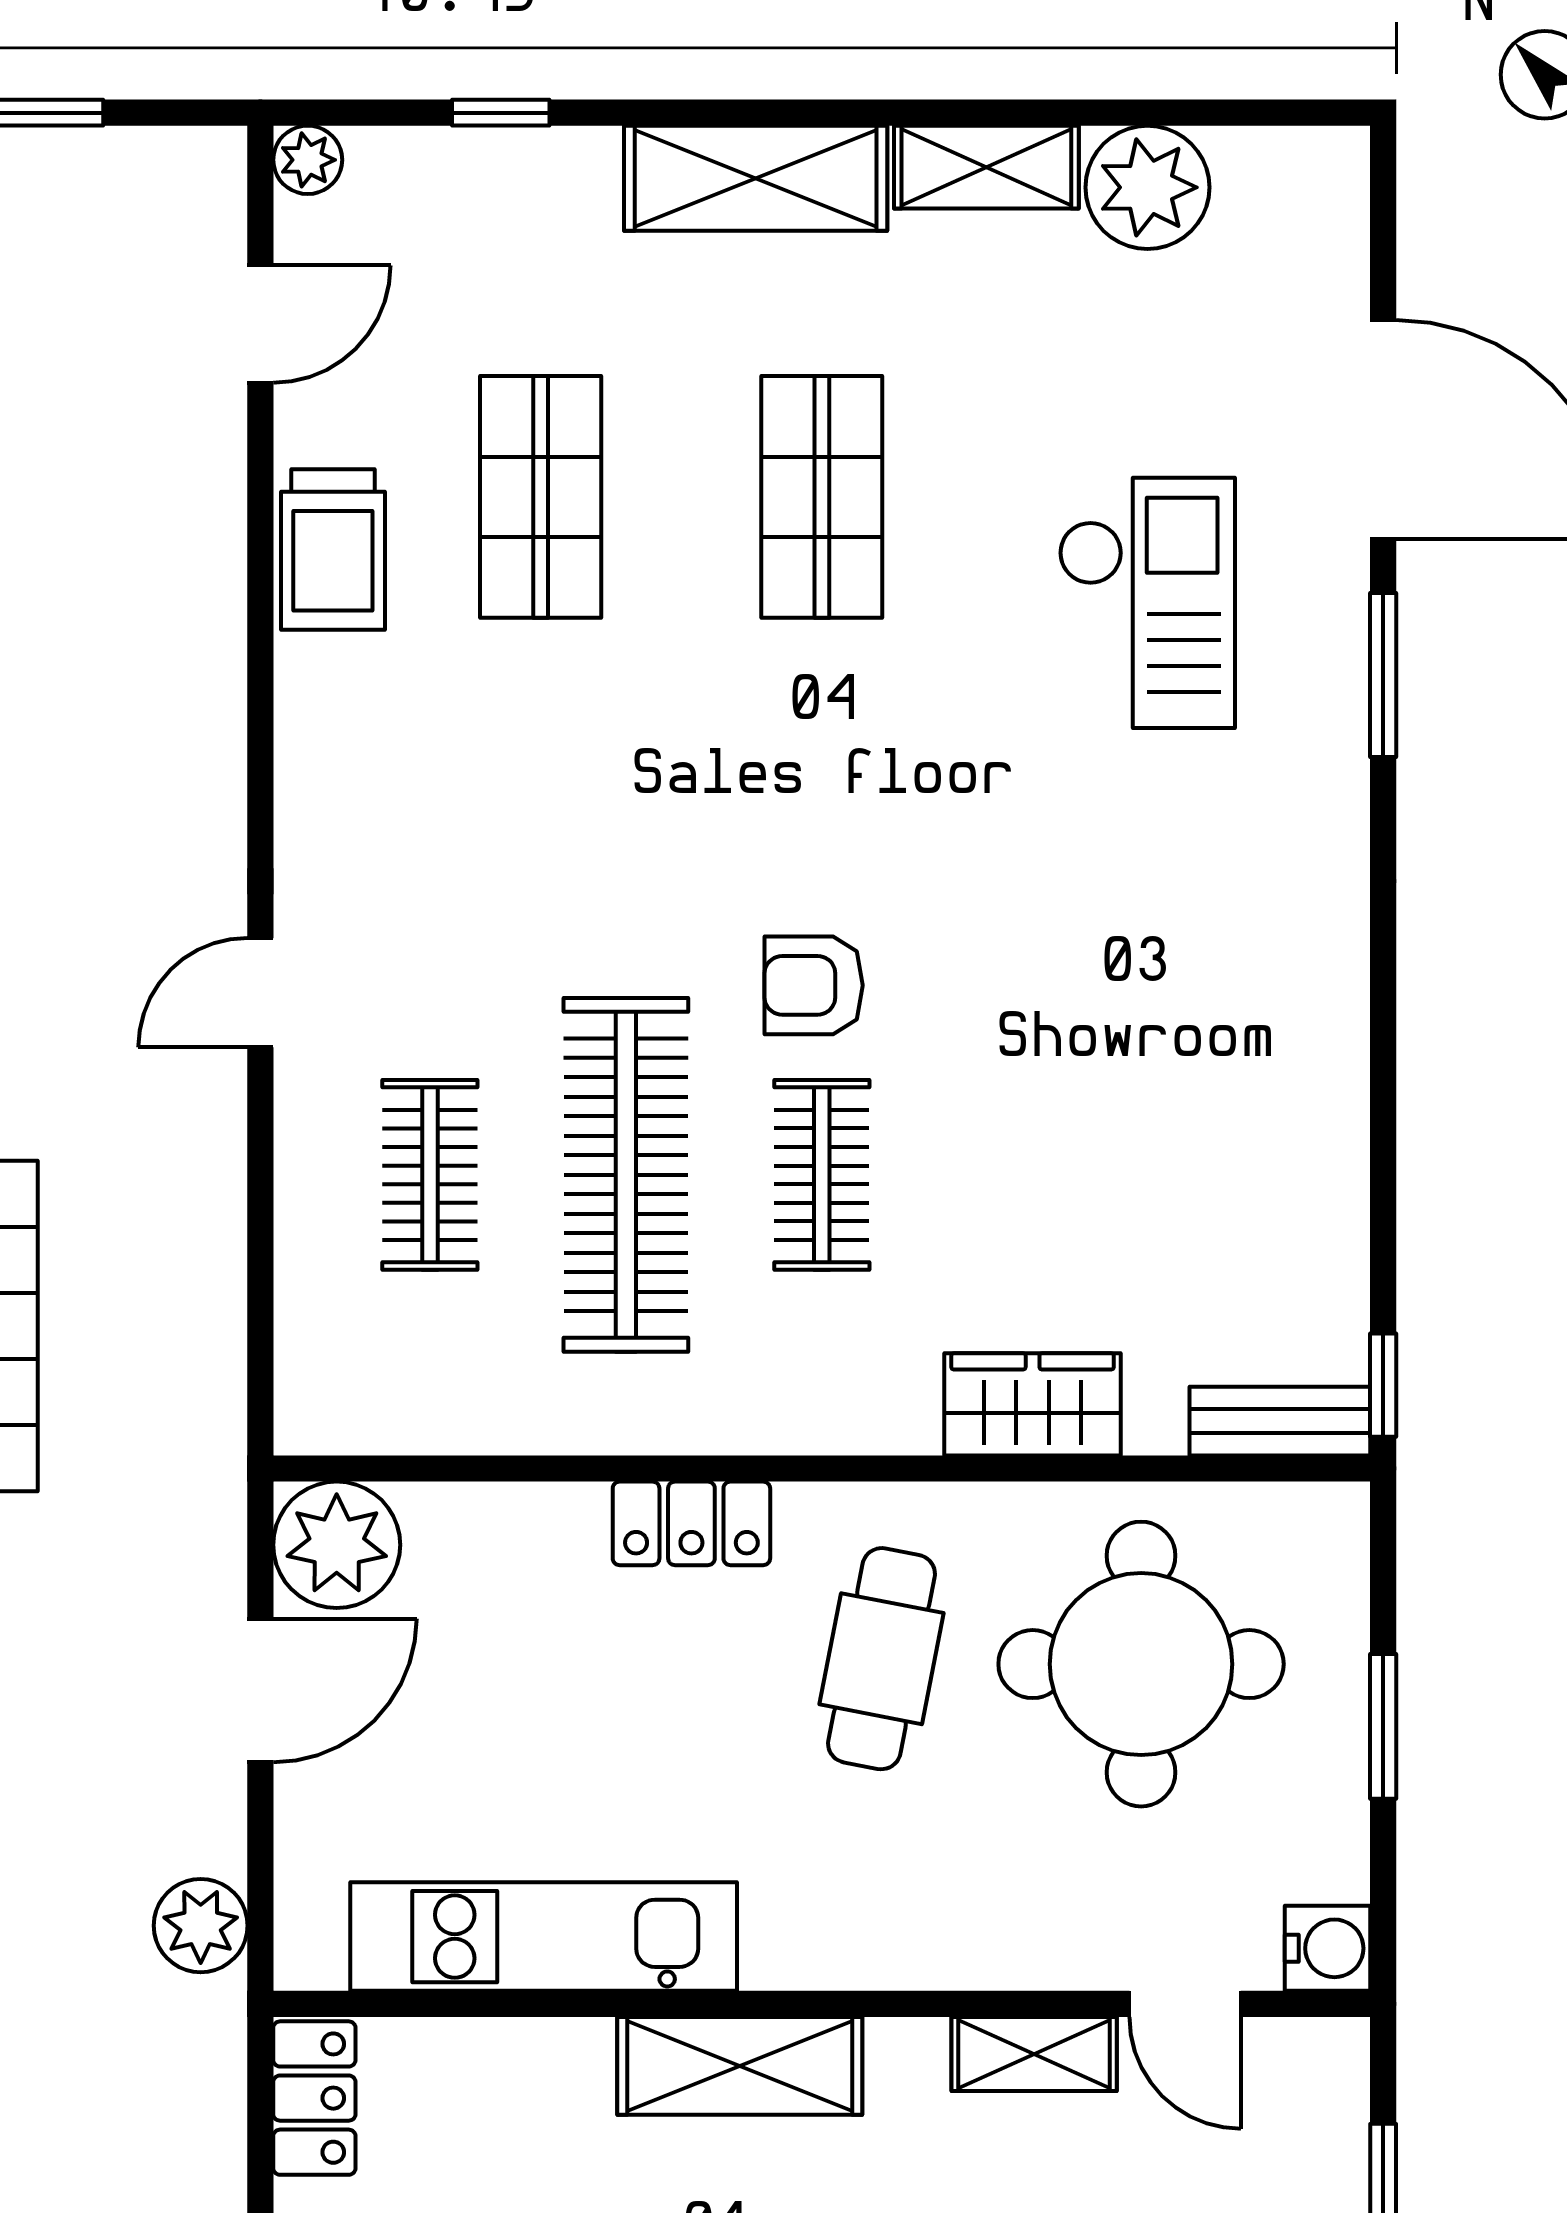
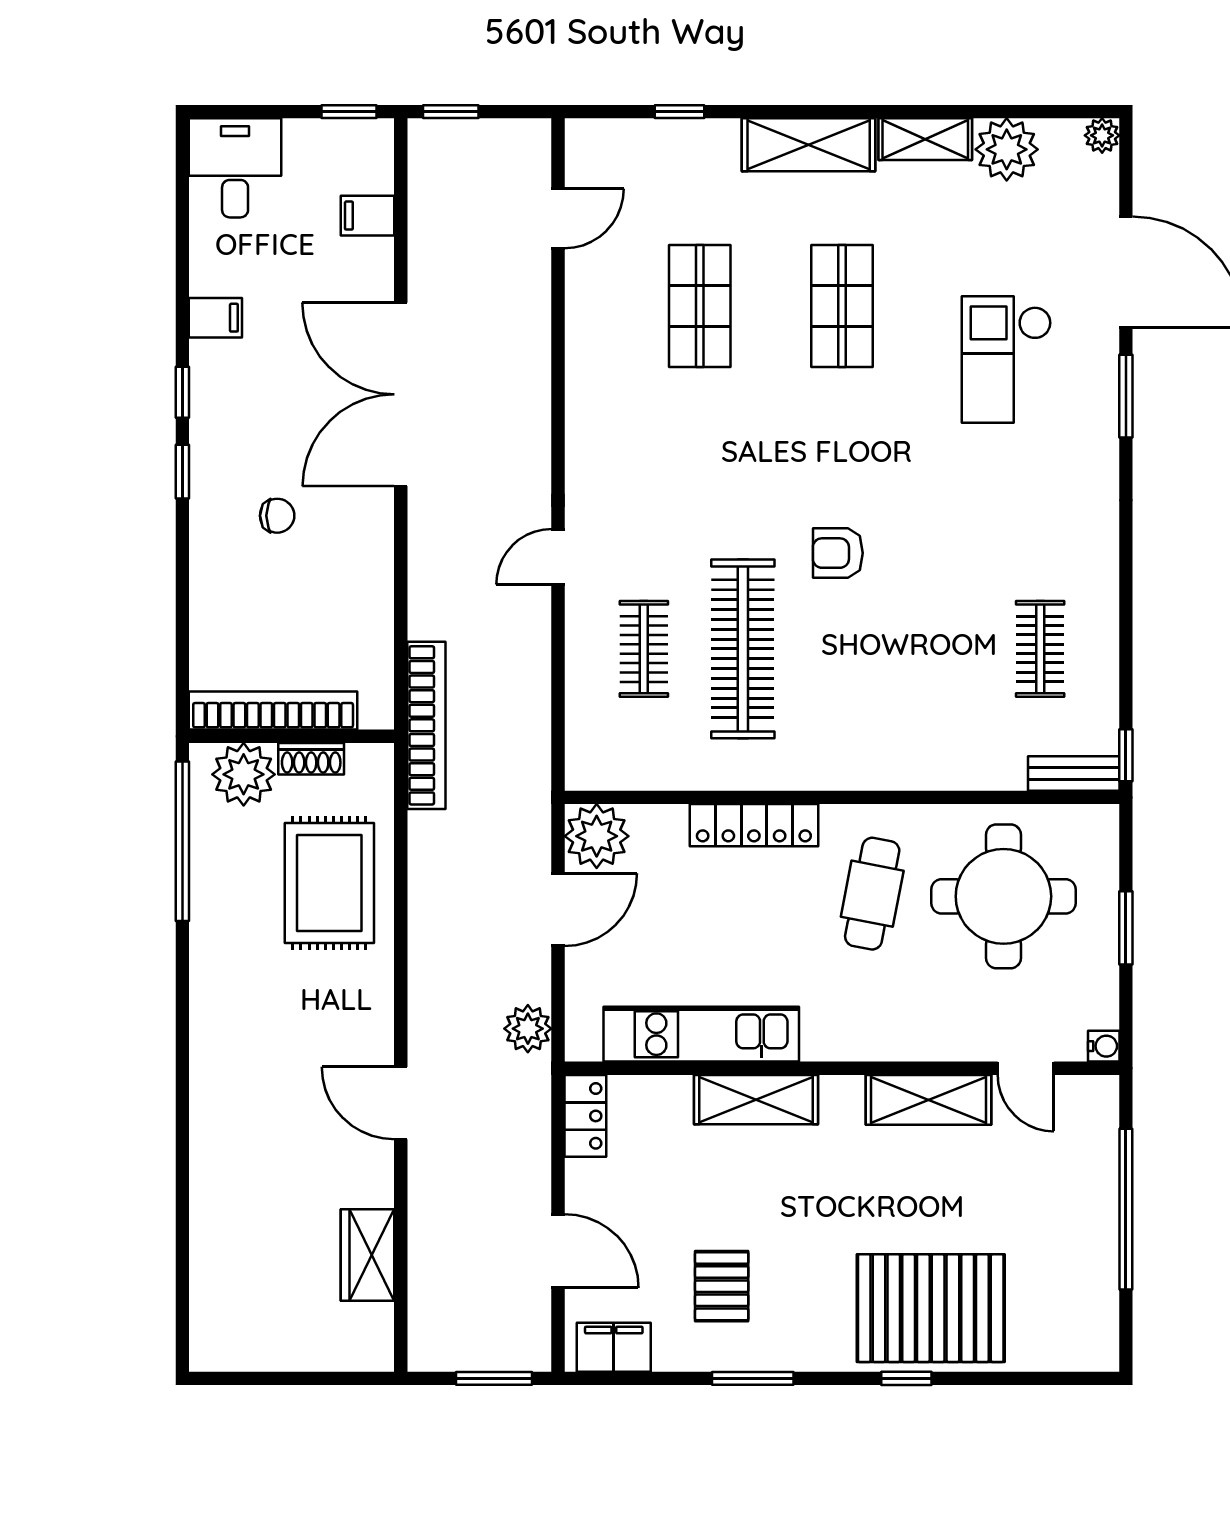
plant: (308, 160) -> (1102, 135), moved
trolley: (333, 549) -> (595, 333), removed
checkout: (1147, 603) -> (1006, 360), turned 180
clothes rail: (822, 1175) -> (1040, 649), moved
wardrobe: (1033, 1404) -> (949, 765), removed
locker: (691, 1523) -> (754, 825), width x1.53
water cooler: (1328, 1948) -> (1104, 1046), width x0.72, depth x0.72
shelving: (1034, 2054) -> (929, 1100), width x1.50, depth x1.33
shelving: (740, 2066) -> (756, 1100), moved

